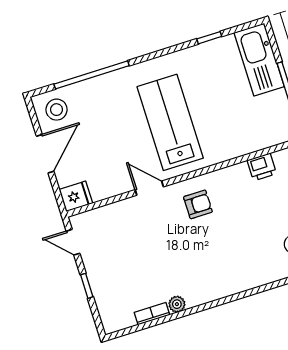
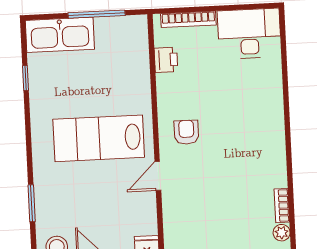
window: (92, 75) -> (32, 203), width x0.47
plant: (177, 304) -> (282, 233), moved

